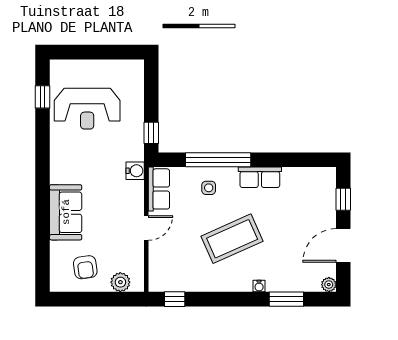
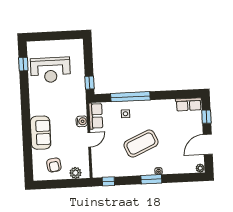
water cooler: (135, 171) -> (82, 121), moved
row of seats: (260, 177) -> (189, 104), moved
window: (286, 299) -> (151, 179), moved

